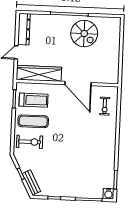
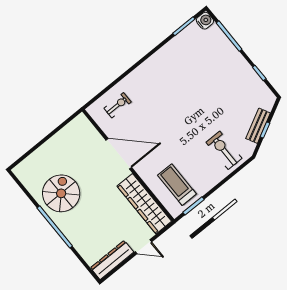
door: (78, 84) -> (119, 154), hinge flipped
exercise mat: (33, 121) -> (199, 166), removed
bench: (31, 182) -> (258, 126), moved

